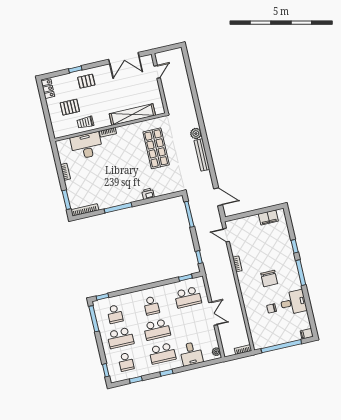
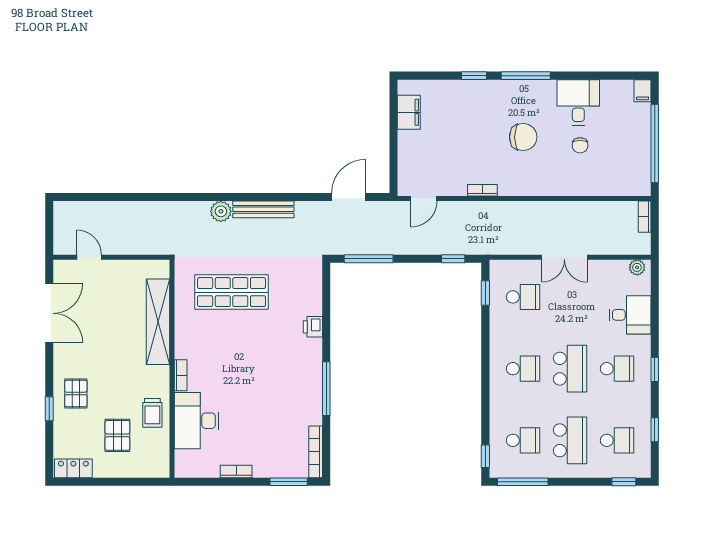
school desk: (188, 297) -> (523, 297), width x0.54
double door: (213, 314) -> (564, 257), swing flipped
school desk: (162, 353) -> (617, 369), width x0.54

